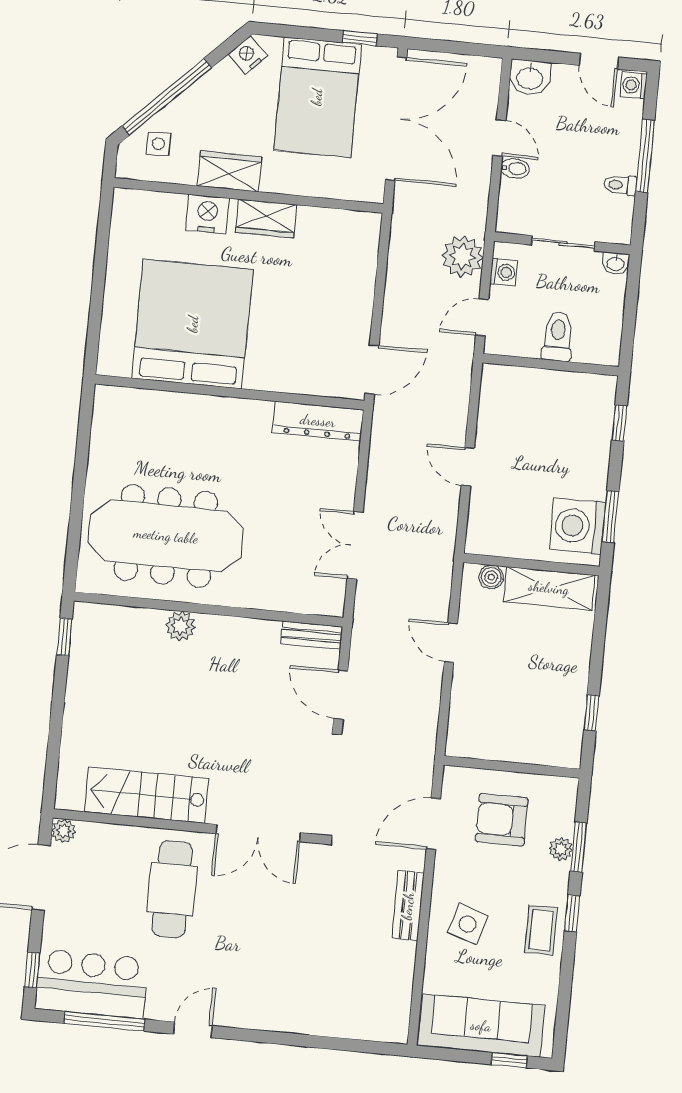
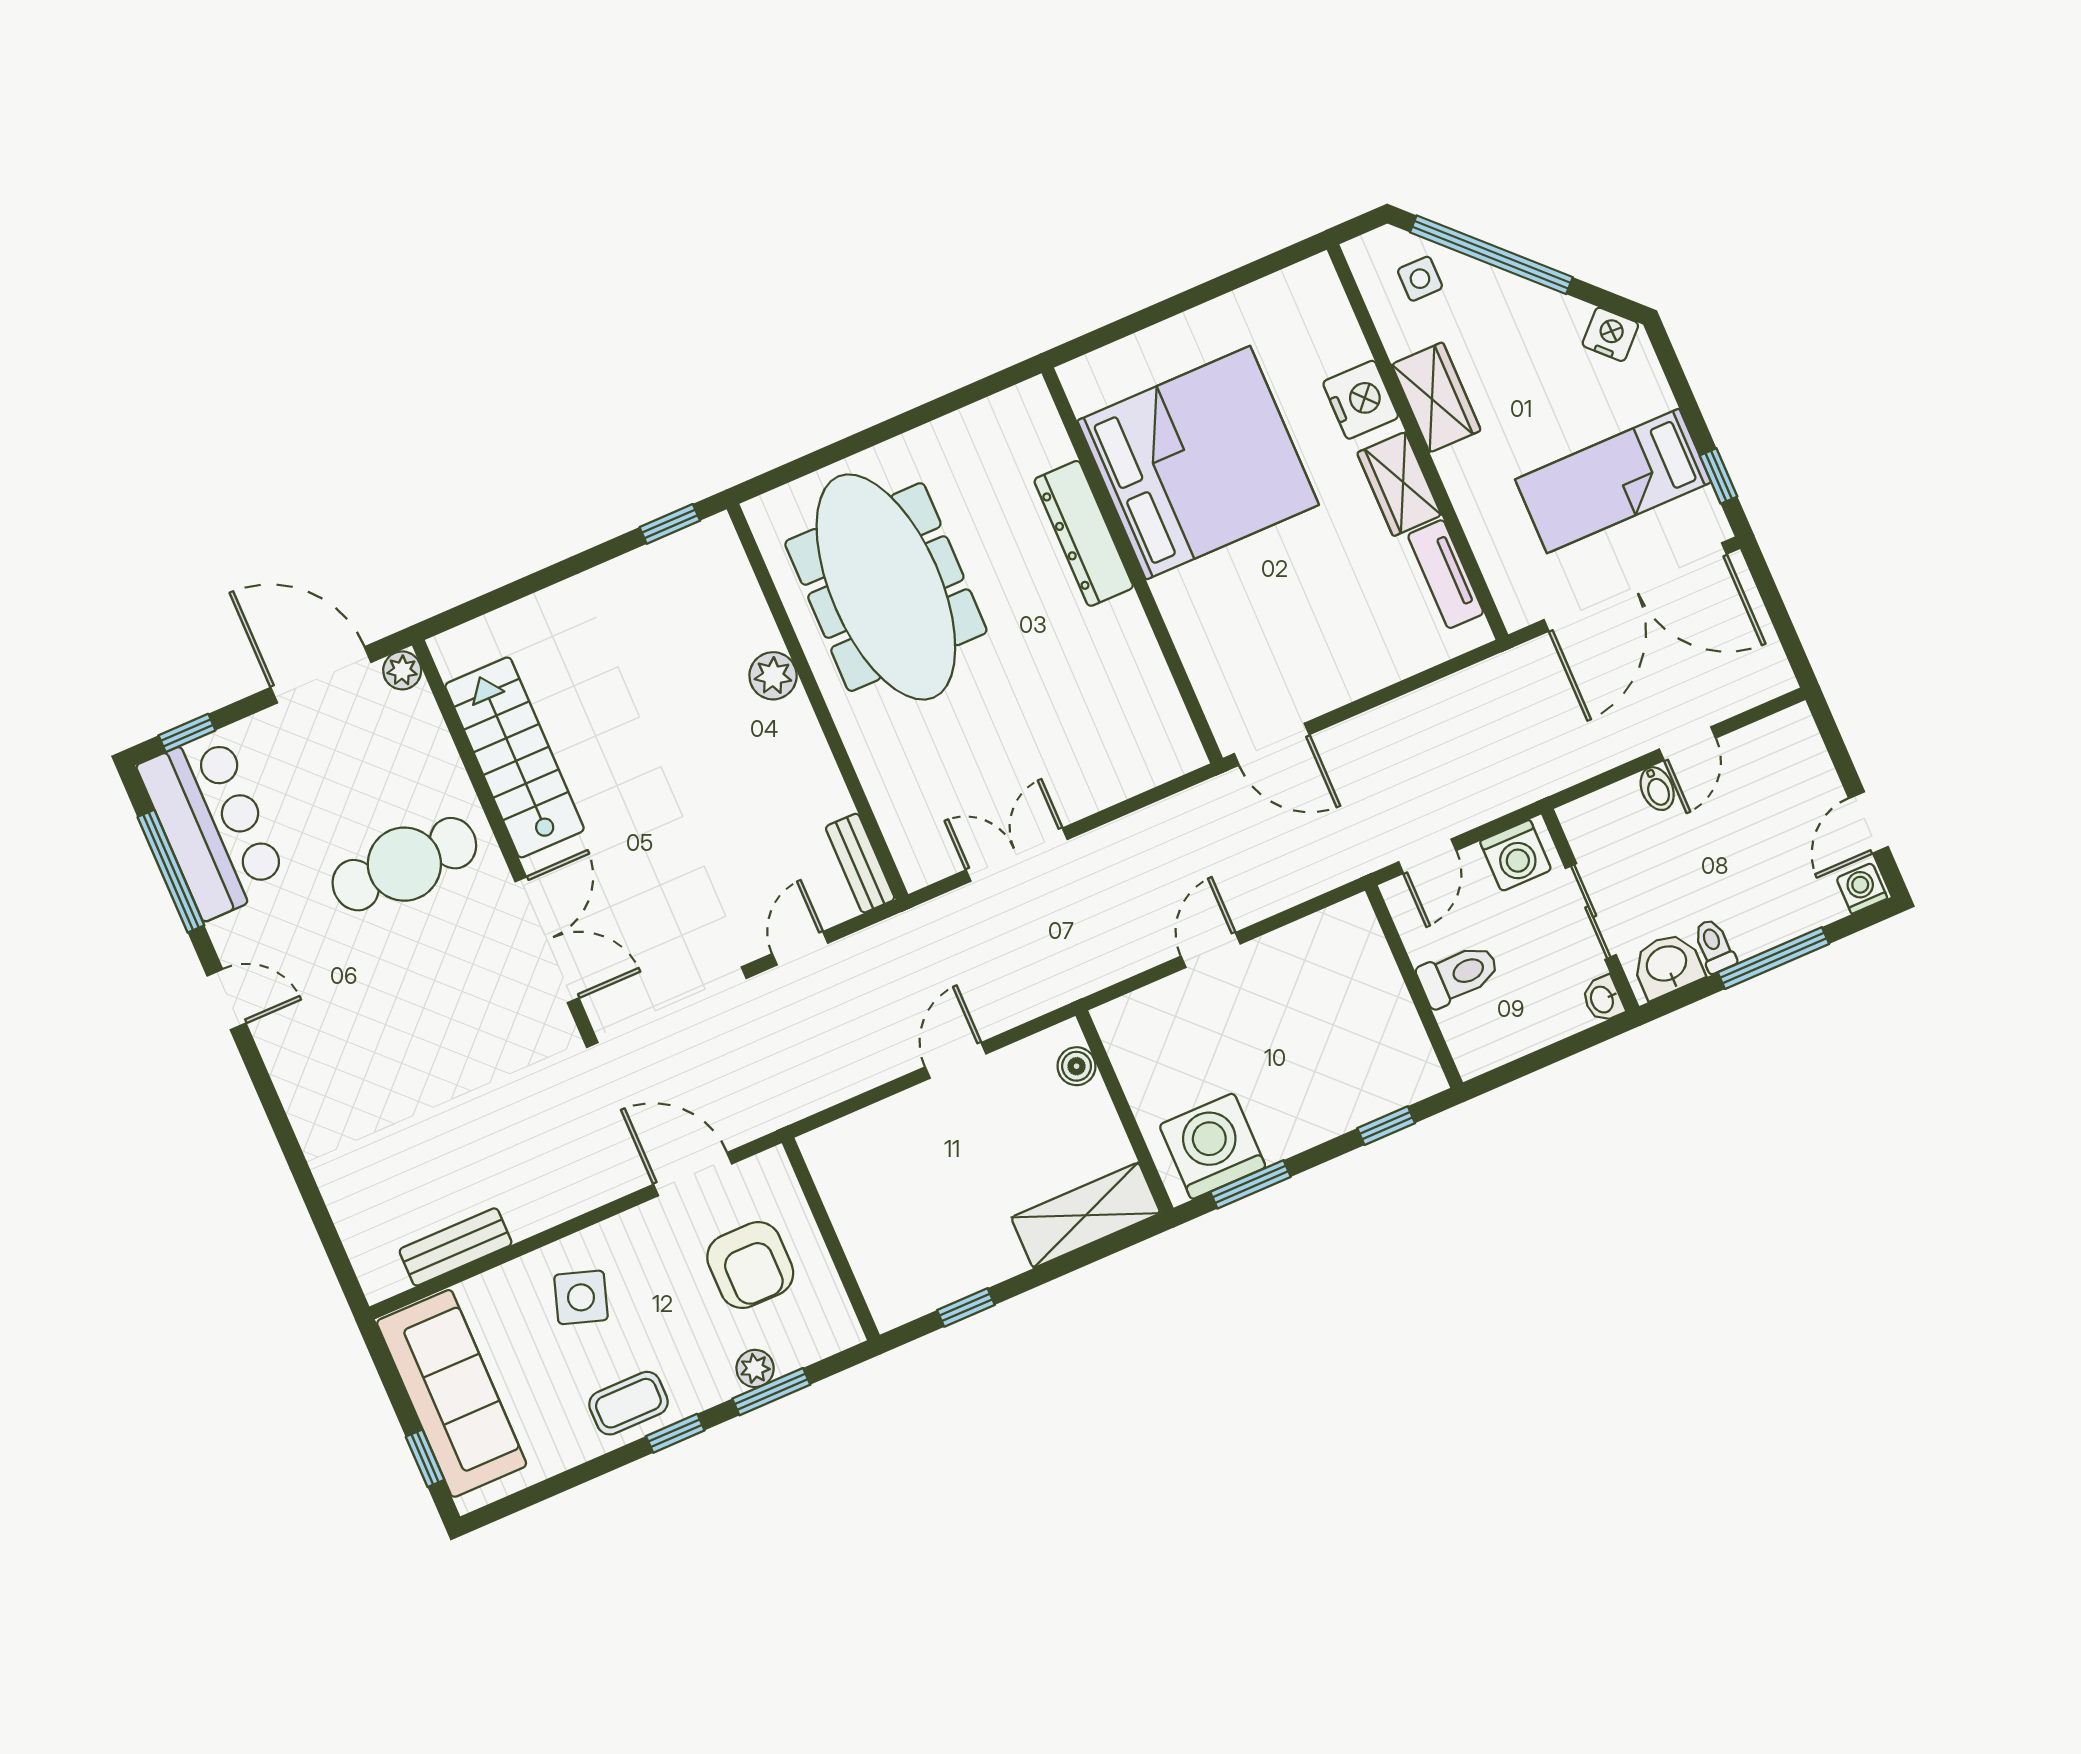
washbasin: (530, 77) -> (1667, 965), moved, turned 90
bed: (317, 97) -> (1613, 481), width x0.67
tv unit: (331, 220) -> (1446, 574), added
plant: (463, 257) -> (1496, 783), removed
washing machine: (504, 272) -> (1516, 856), width x1.38, depth x1.38
door: (482, 317) -> (1427, 856), swing flipped
dresser: (318, 421) -> (1084, 533), moved
shelving: (549, 588) -> (1086, 1215), moved, turned 90
door: (341, 695) -> (800, 948), width x0.73
armchair: (502, 820) -> (750, 1265), turned 180
double door: (258, 833) -> (547, 940), swing flipped
bench: (408, 906) -> (456, 1247), moved

